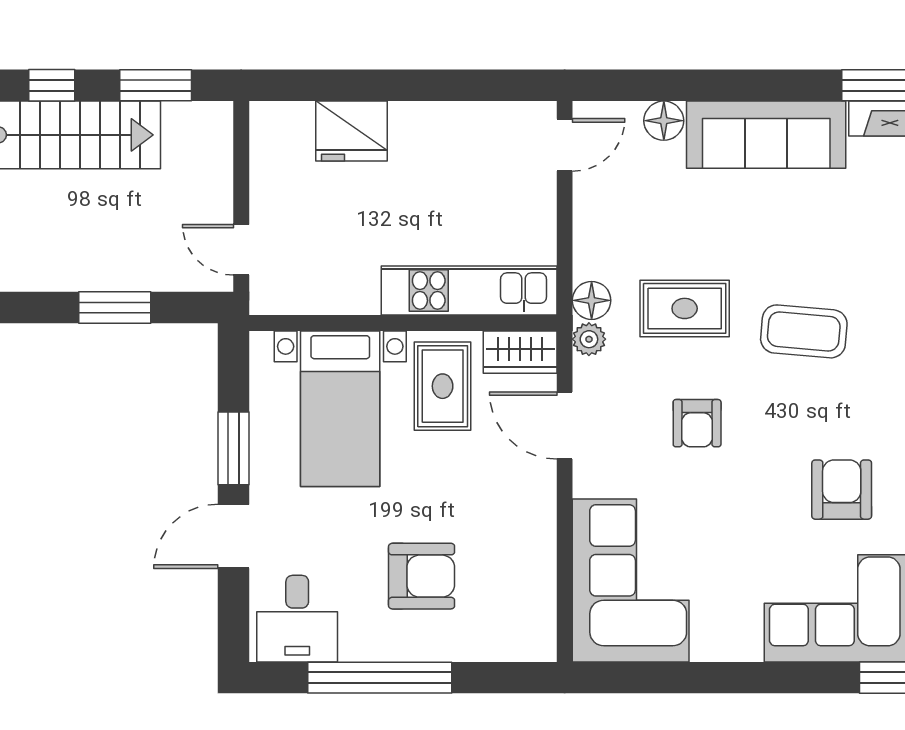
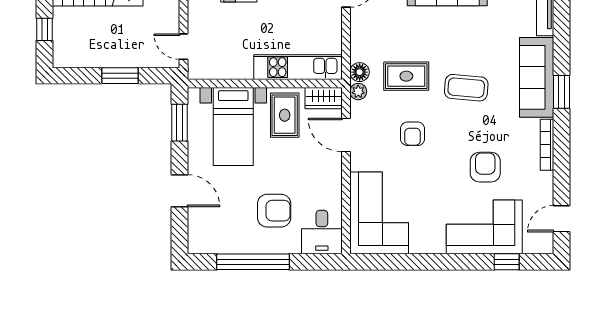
window: (233, 448) -> (180, 123), moved
door: (233, 536) -> (180, 191), swing flipped
desk: (297, 619) -> (322, 232), moved

